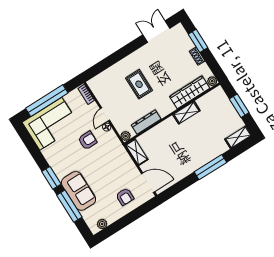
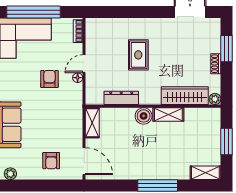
boiler: (170, 125) -> (144, 116), added
plant: (126, 136) -> (91, 99), removed
armchair: (88, 140) -> (49, 79), turned -90

